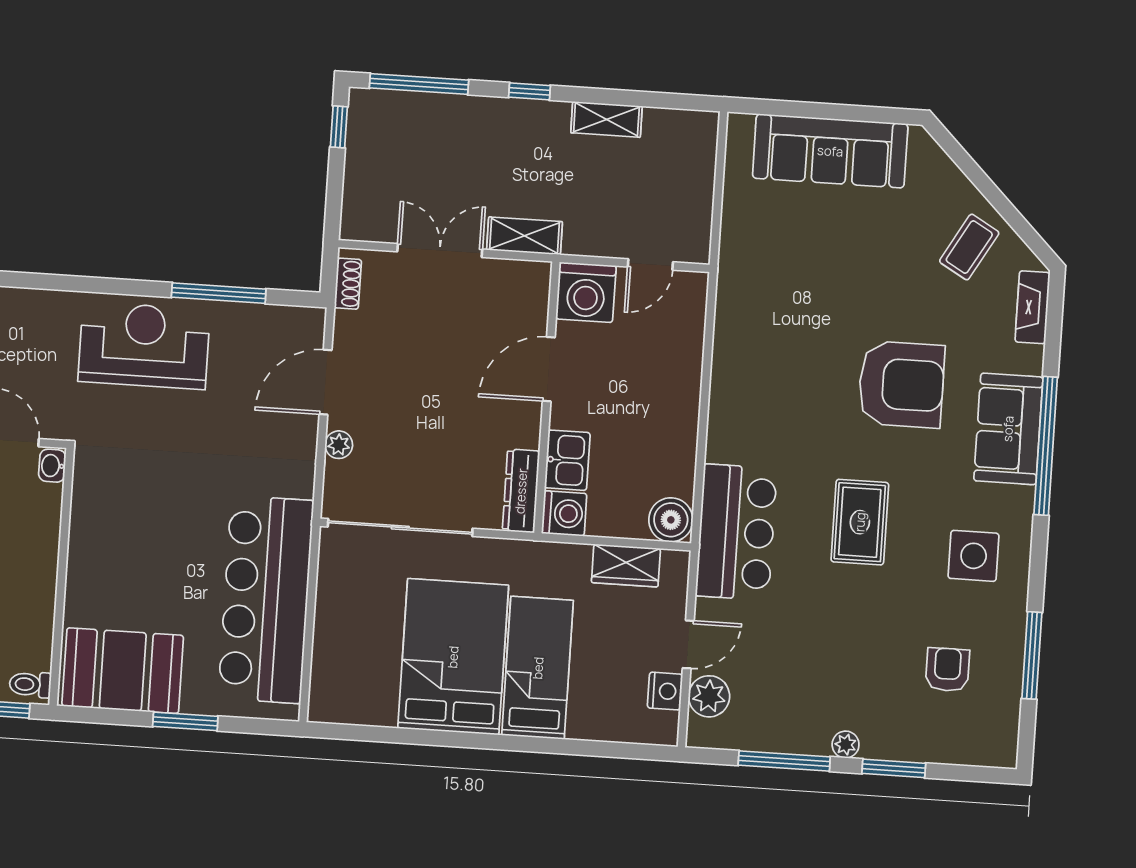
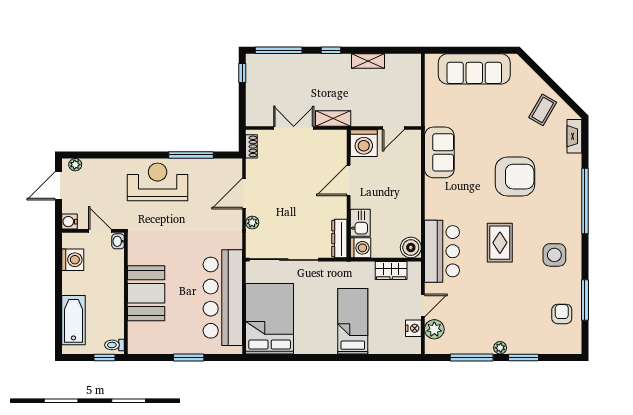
sofa: (1008, 429) -> (439, 152), moved, turned 180
bed: (453, 657) -> (270, 319), moved
armchair: (948, 670) -> (562, 314), moved
booth: (123, 671) -> (146, 293), moved, turned 90

